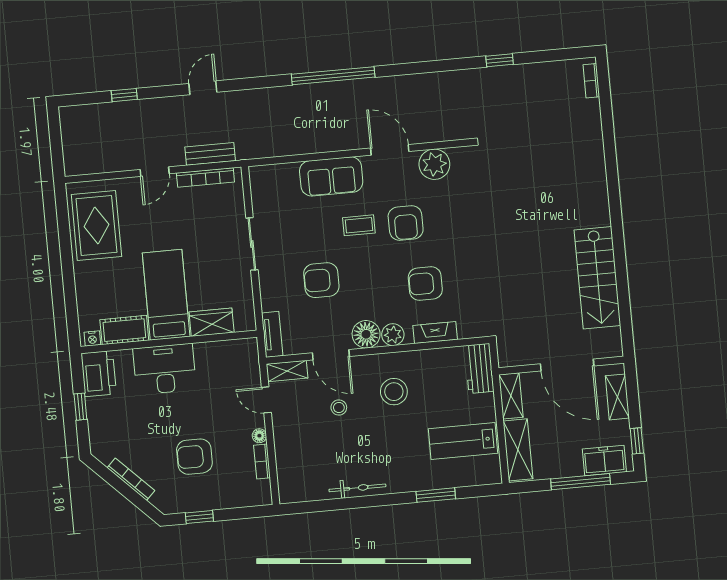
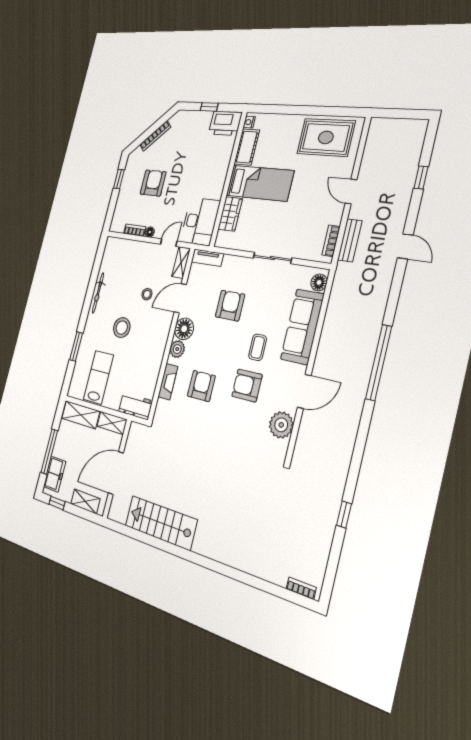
floor lamp: (266, 175) -> (319, 282), added
sofa: (331, 176) -> (302, 327), width x1.36
bookcase: (205, 177) -> (331, 241), width x0.64
desk: (165, 369) -> (200, 221), moved
stool: (394, 392) -> (122, 328), moved

